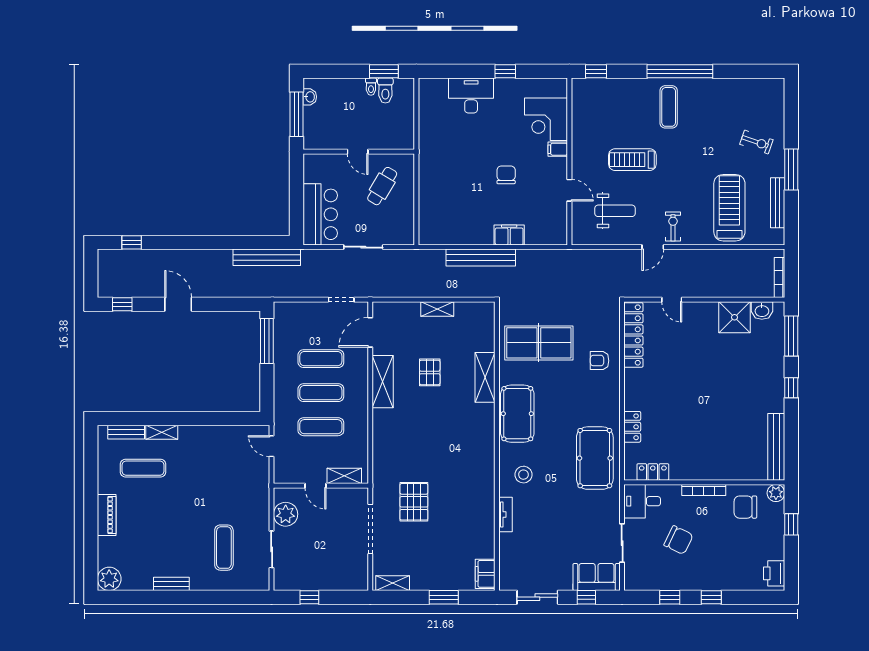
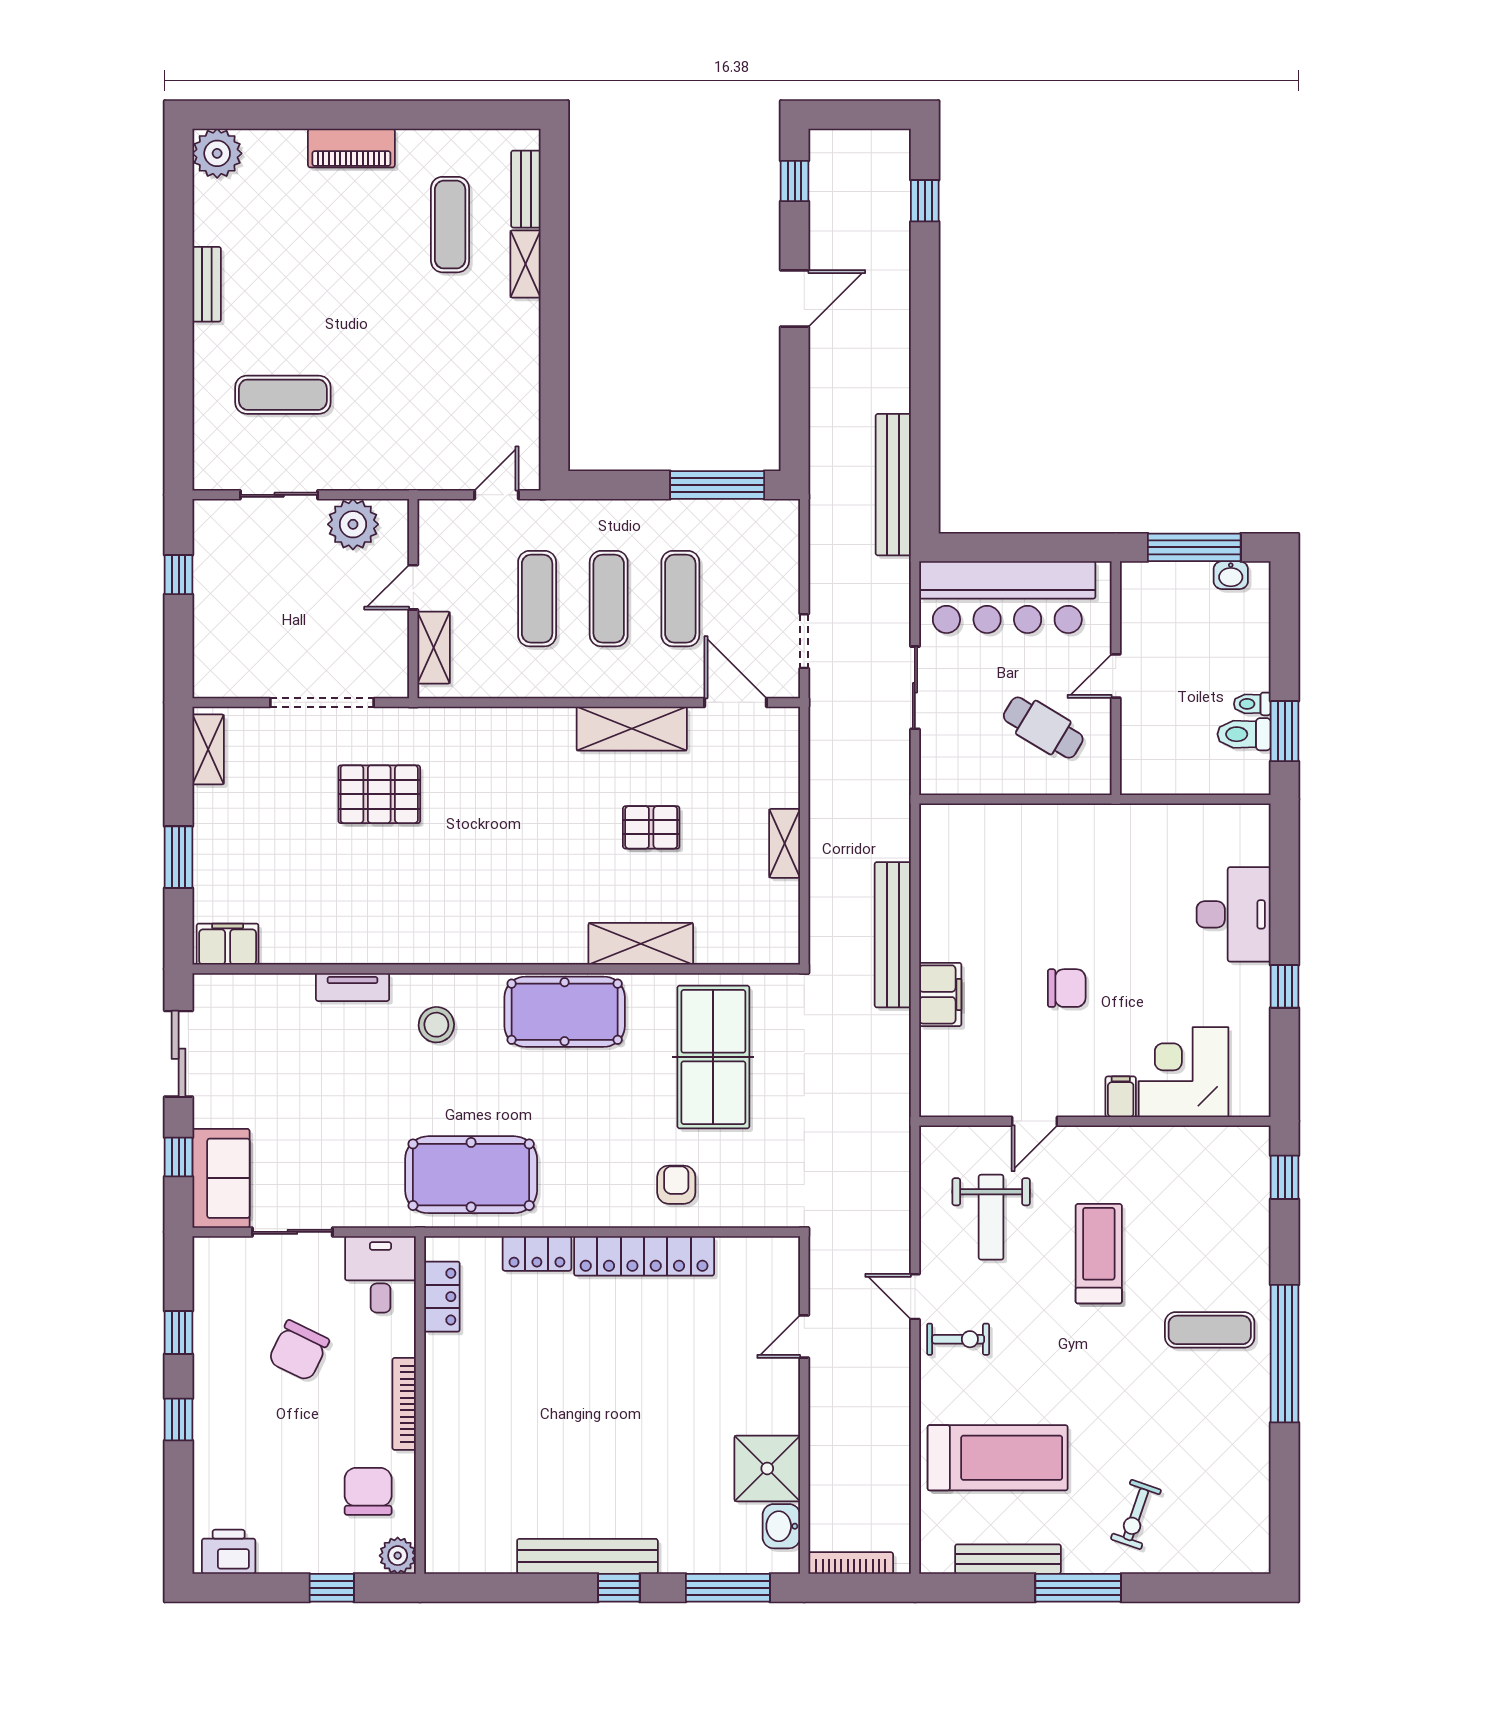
bar counter: (320, 214) -> (1007, 597), width x1.36
locker: (633, 335) -> (644, 1256), moved
bench: (776, 447) -> (587, 1556), moved

